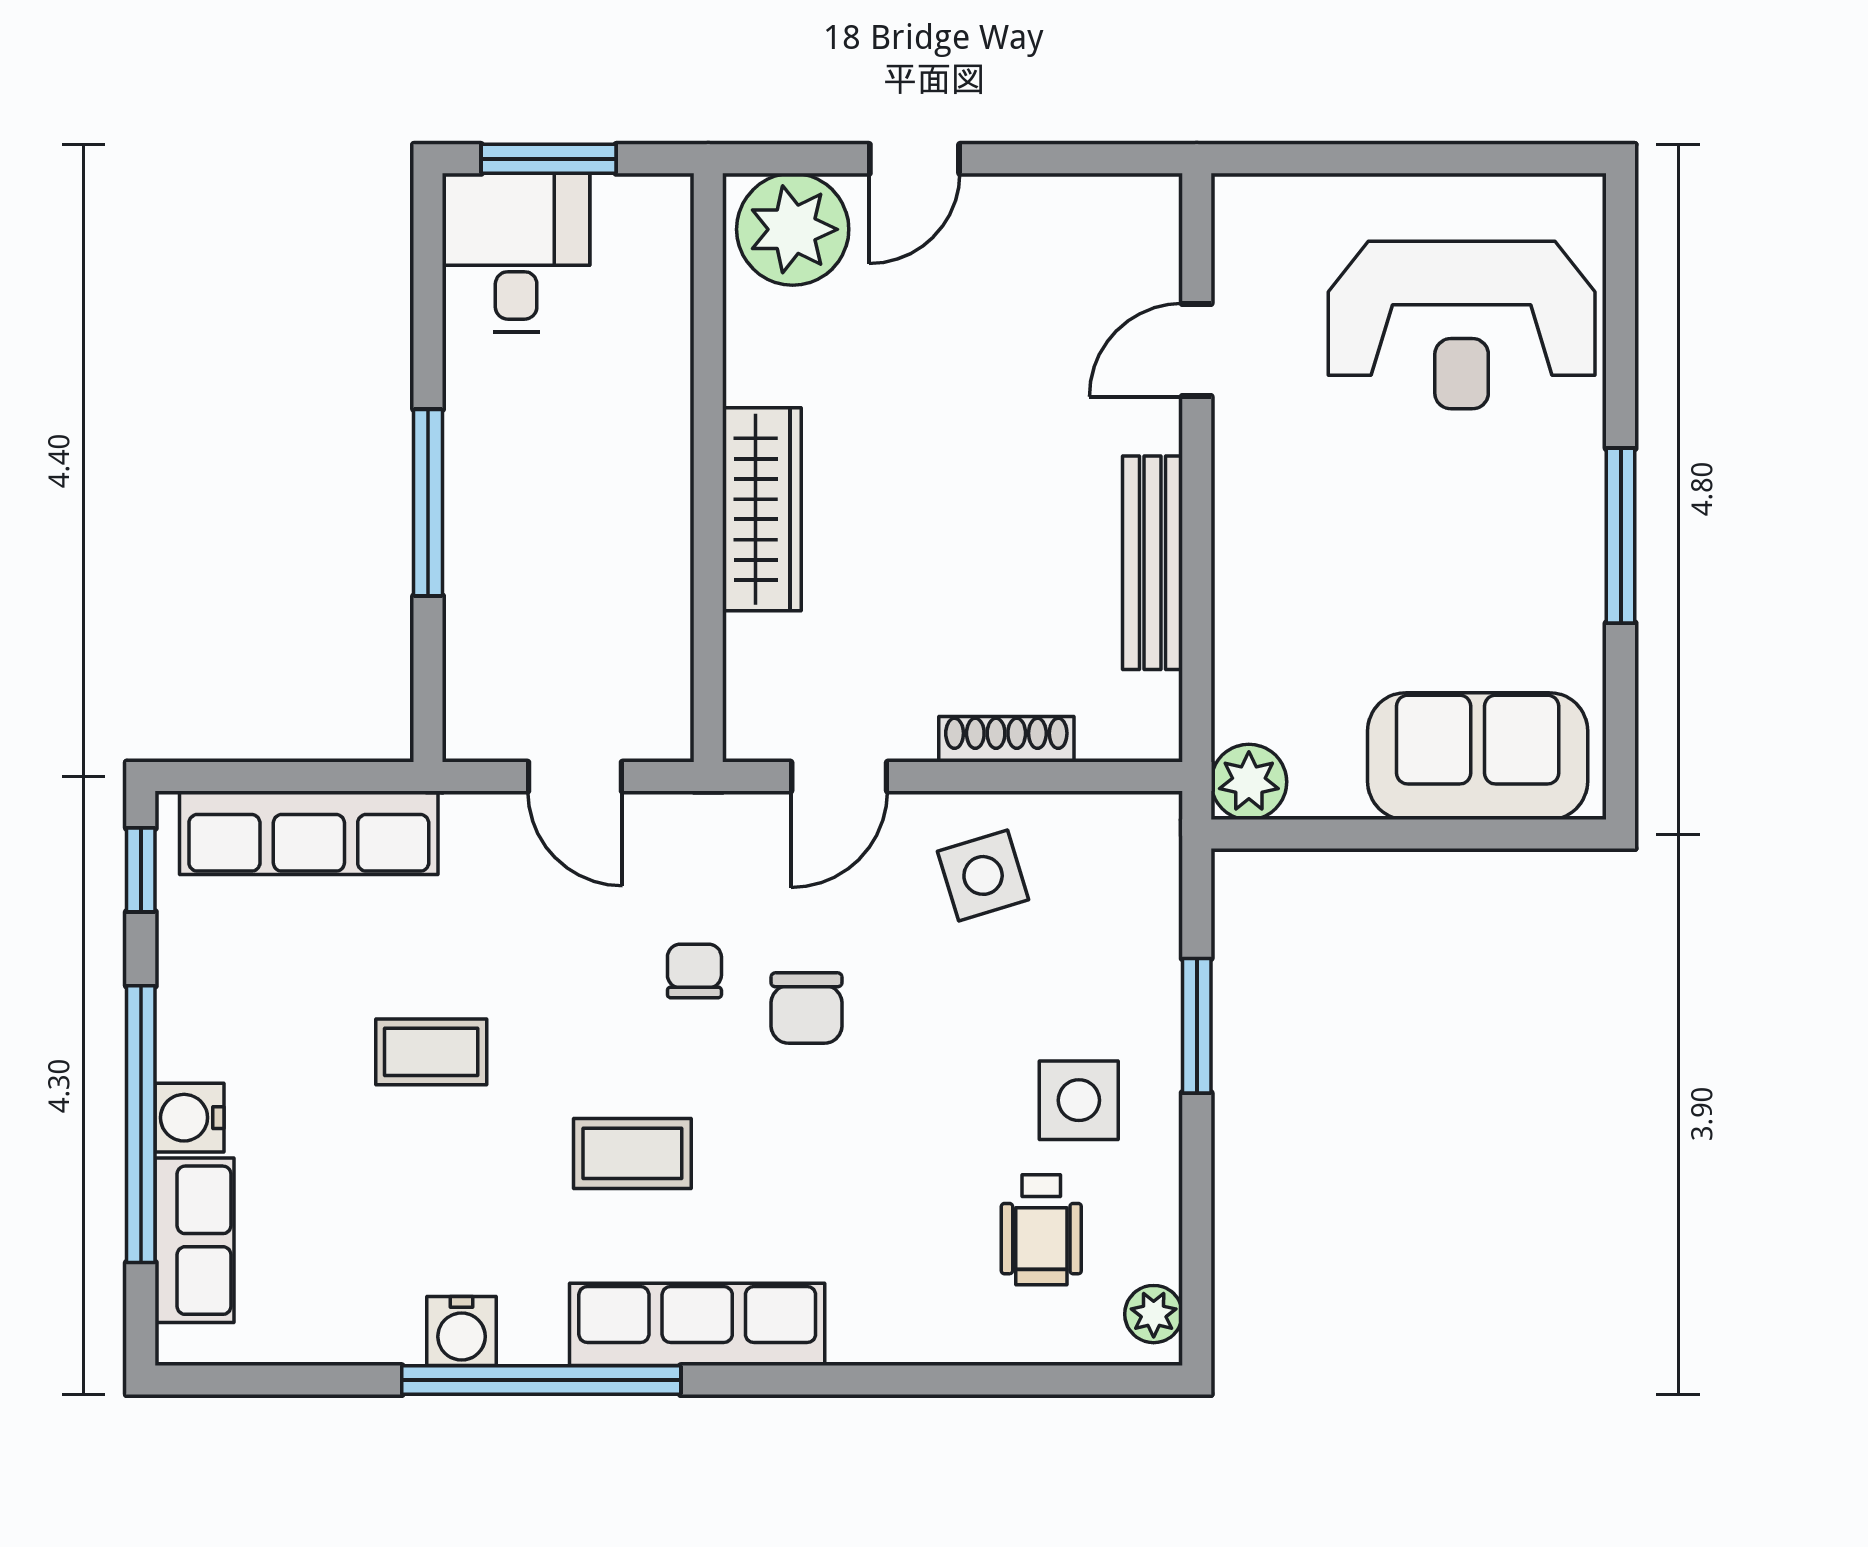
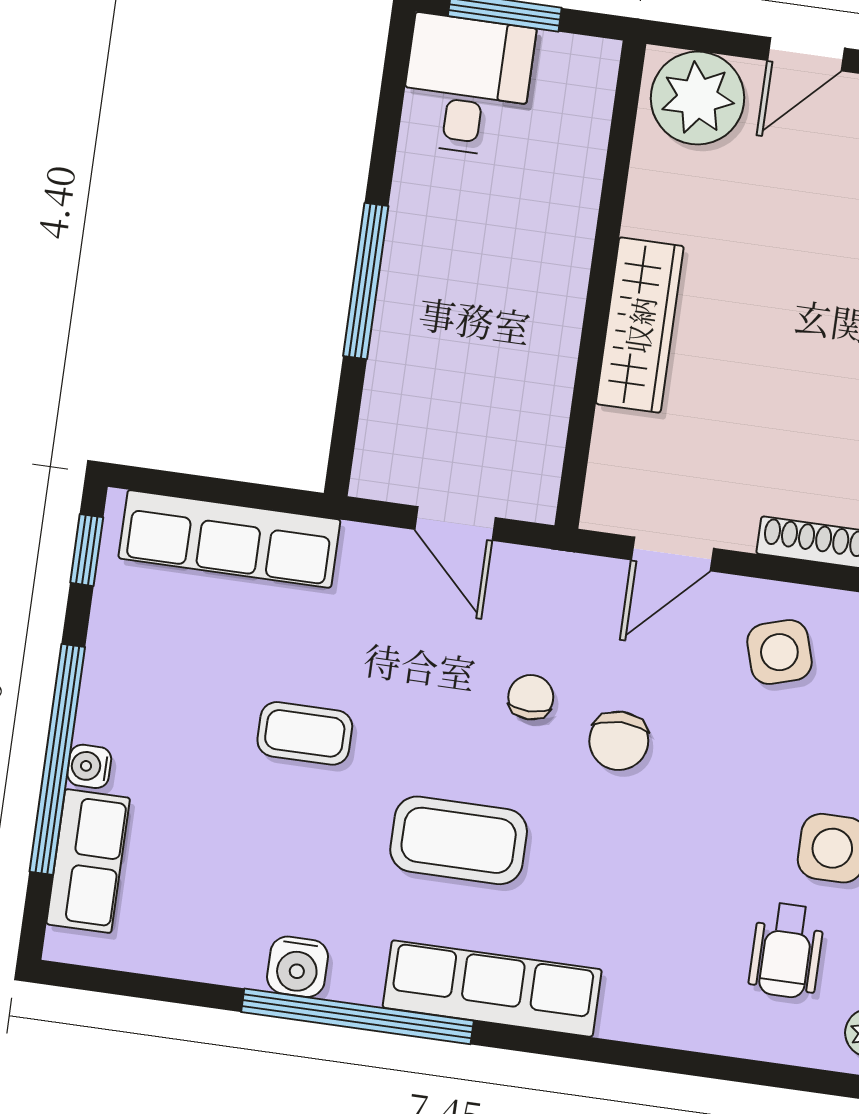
water cooler: (190, 1118) -> (89, 766), width x0.72, depth x0.72
coffee table: (632, 1153) -> (459, 840), width x1.36, depth x1.30

